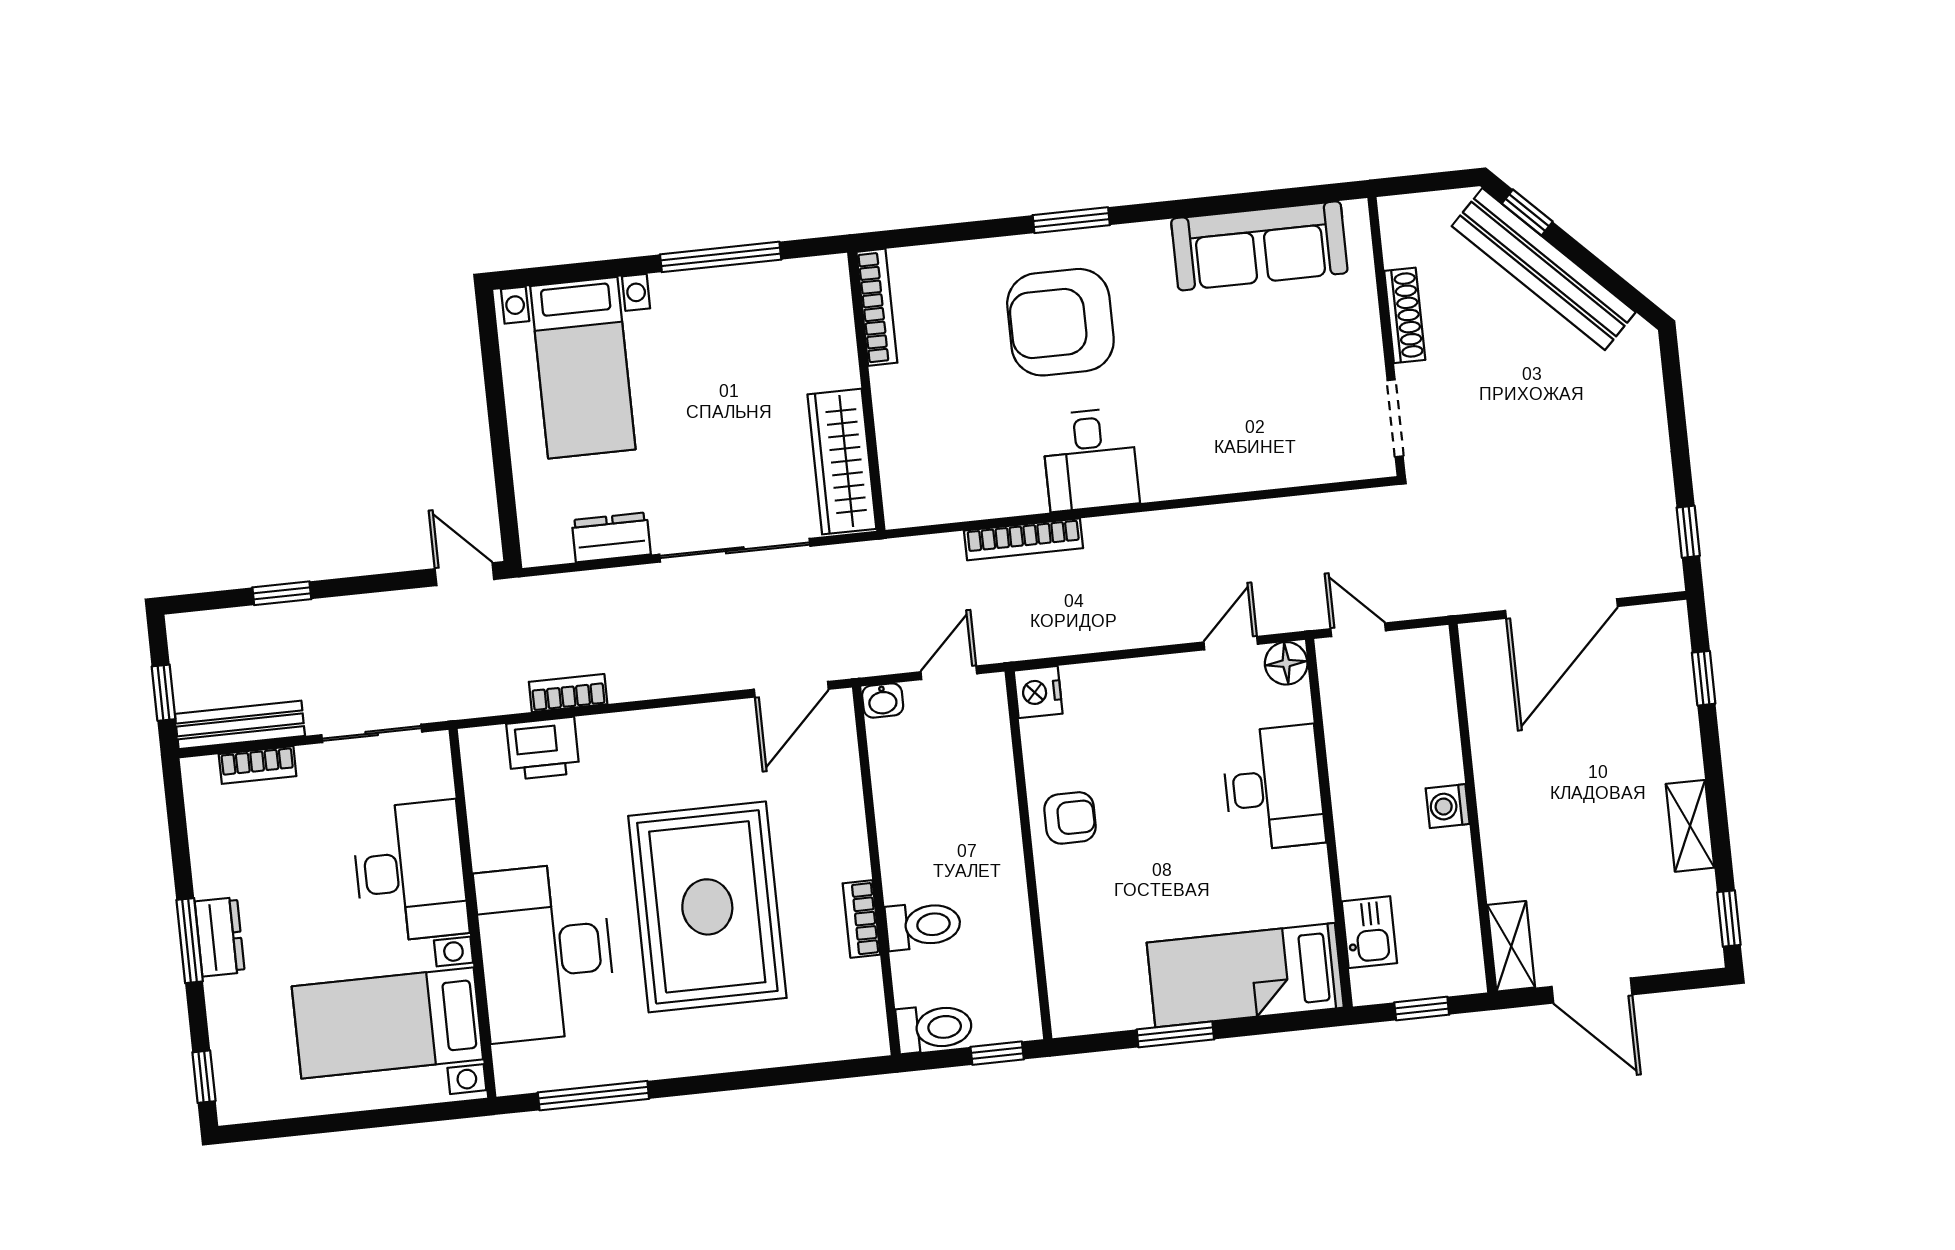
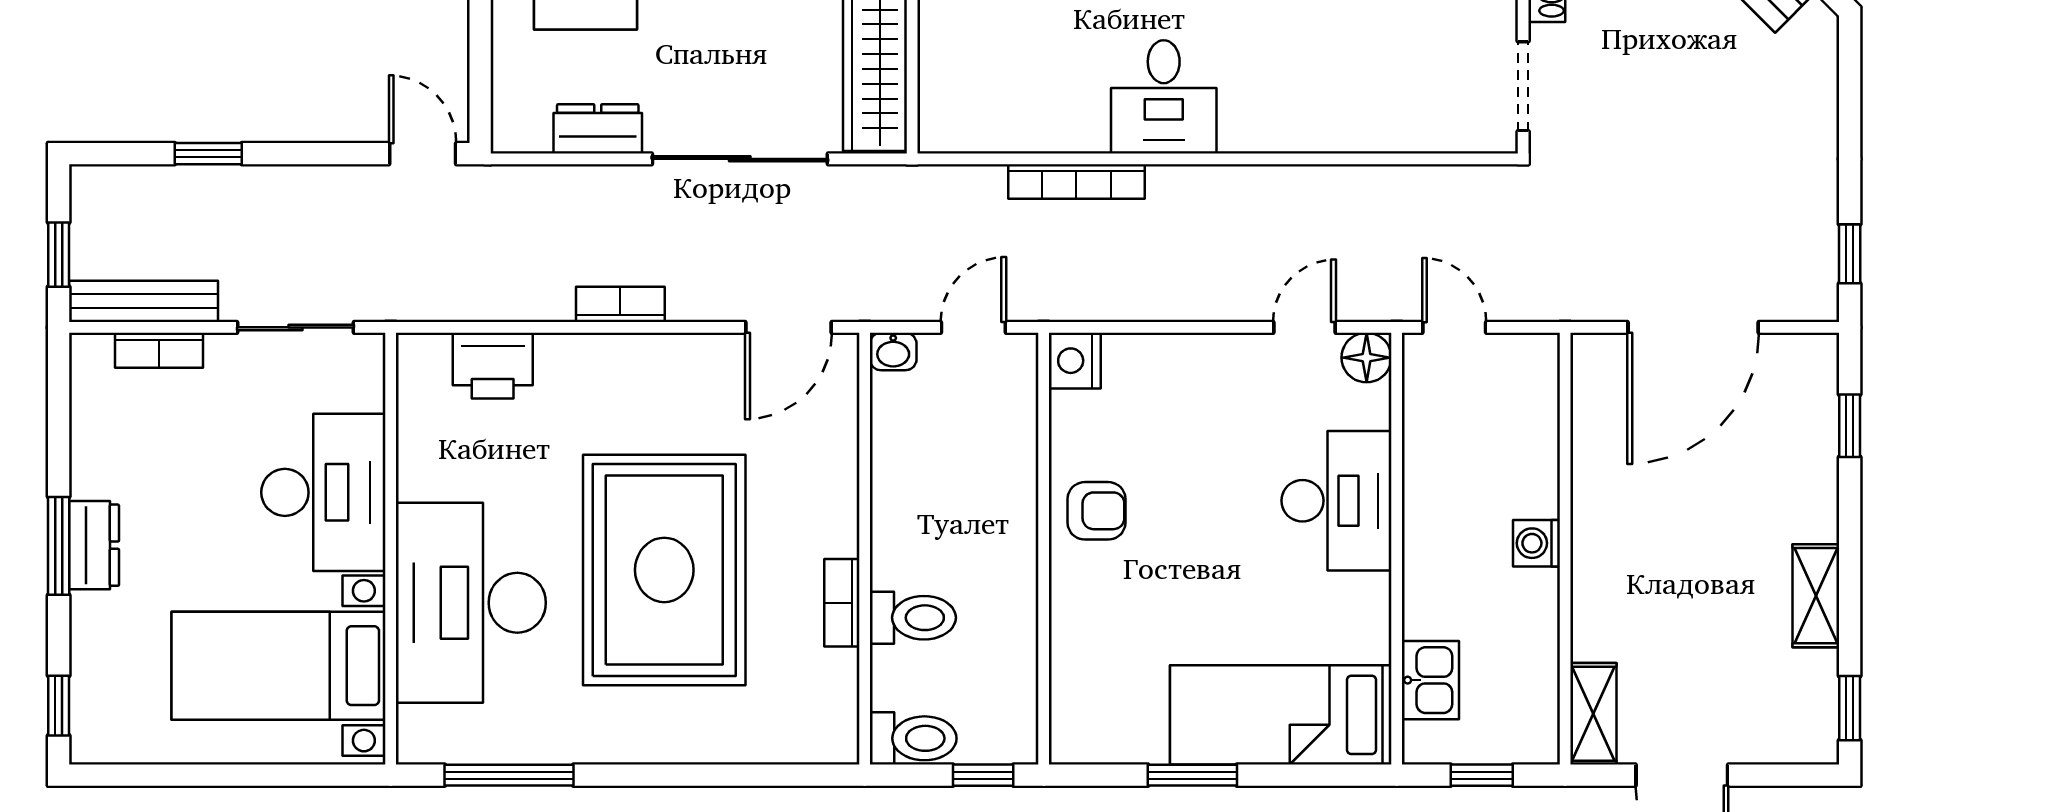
bookcase: (568, 693) -> (620, 304), moved

